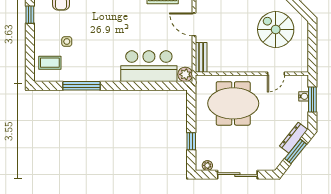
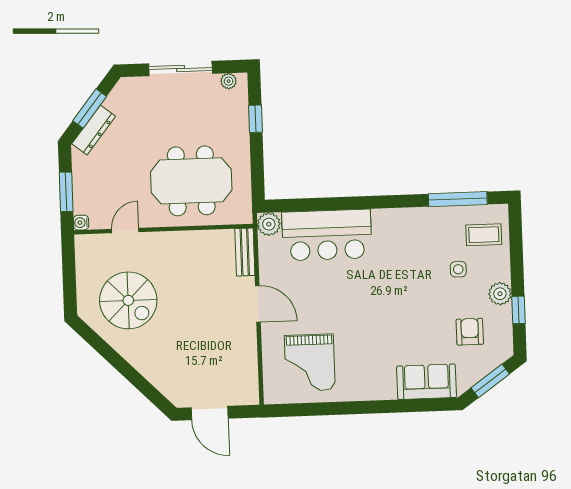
plant: (41, 25) -> (500, 294), added
window: (82, 86) -> (458, 199), moved
water cooler: (304, 96) -> (81, 223), moved

